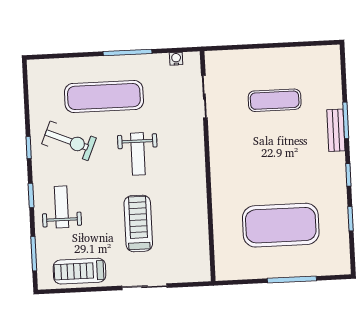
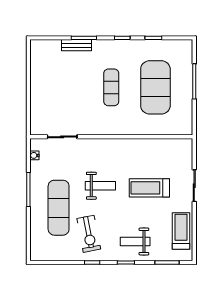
exercise mat: (275, 100) -> (111, 87), moved
bench: (336, 130) -> (77, 45), moved
exercise bike: (69, 141) -> (89, 234), turned 146
treadmill: (80, 271) -> (181, 231), turned 180

